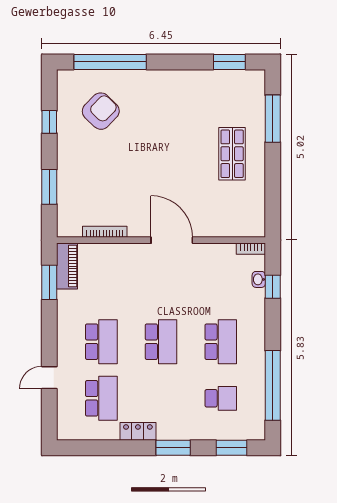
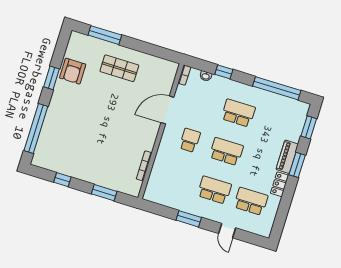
window: (229, 62) -> (52, 78), moved
armchair: (101, 111) -> (73, 71), moved, turned -134
door: (172, 240) -> (167, 110), moved
piano: (67, 266) -> (287, 157), moved, turned -90
window: (49, 282) -> (189, 219), moved
window: (273, 287) -> (224, 72), moved
school desk: (221, 398) -> (190, 140), moved

